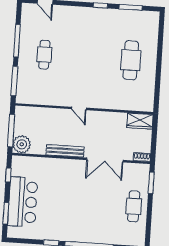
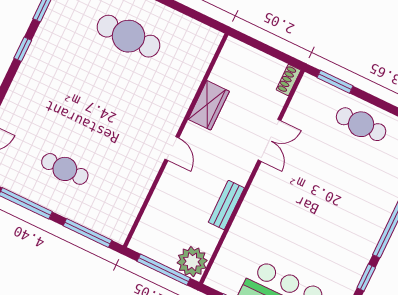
door: (79, 108) -> (172, 148), hinge flipped
wardrobe: (140, 121) -> (209, 105), moved
bench: (65, 151) -> (226, 205), width x0.73
double door: (105, 160) -> (270, 140), width x0.73

